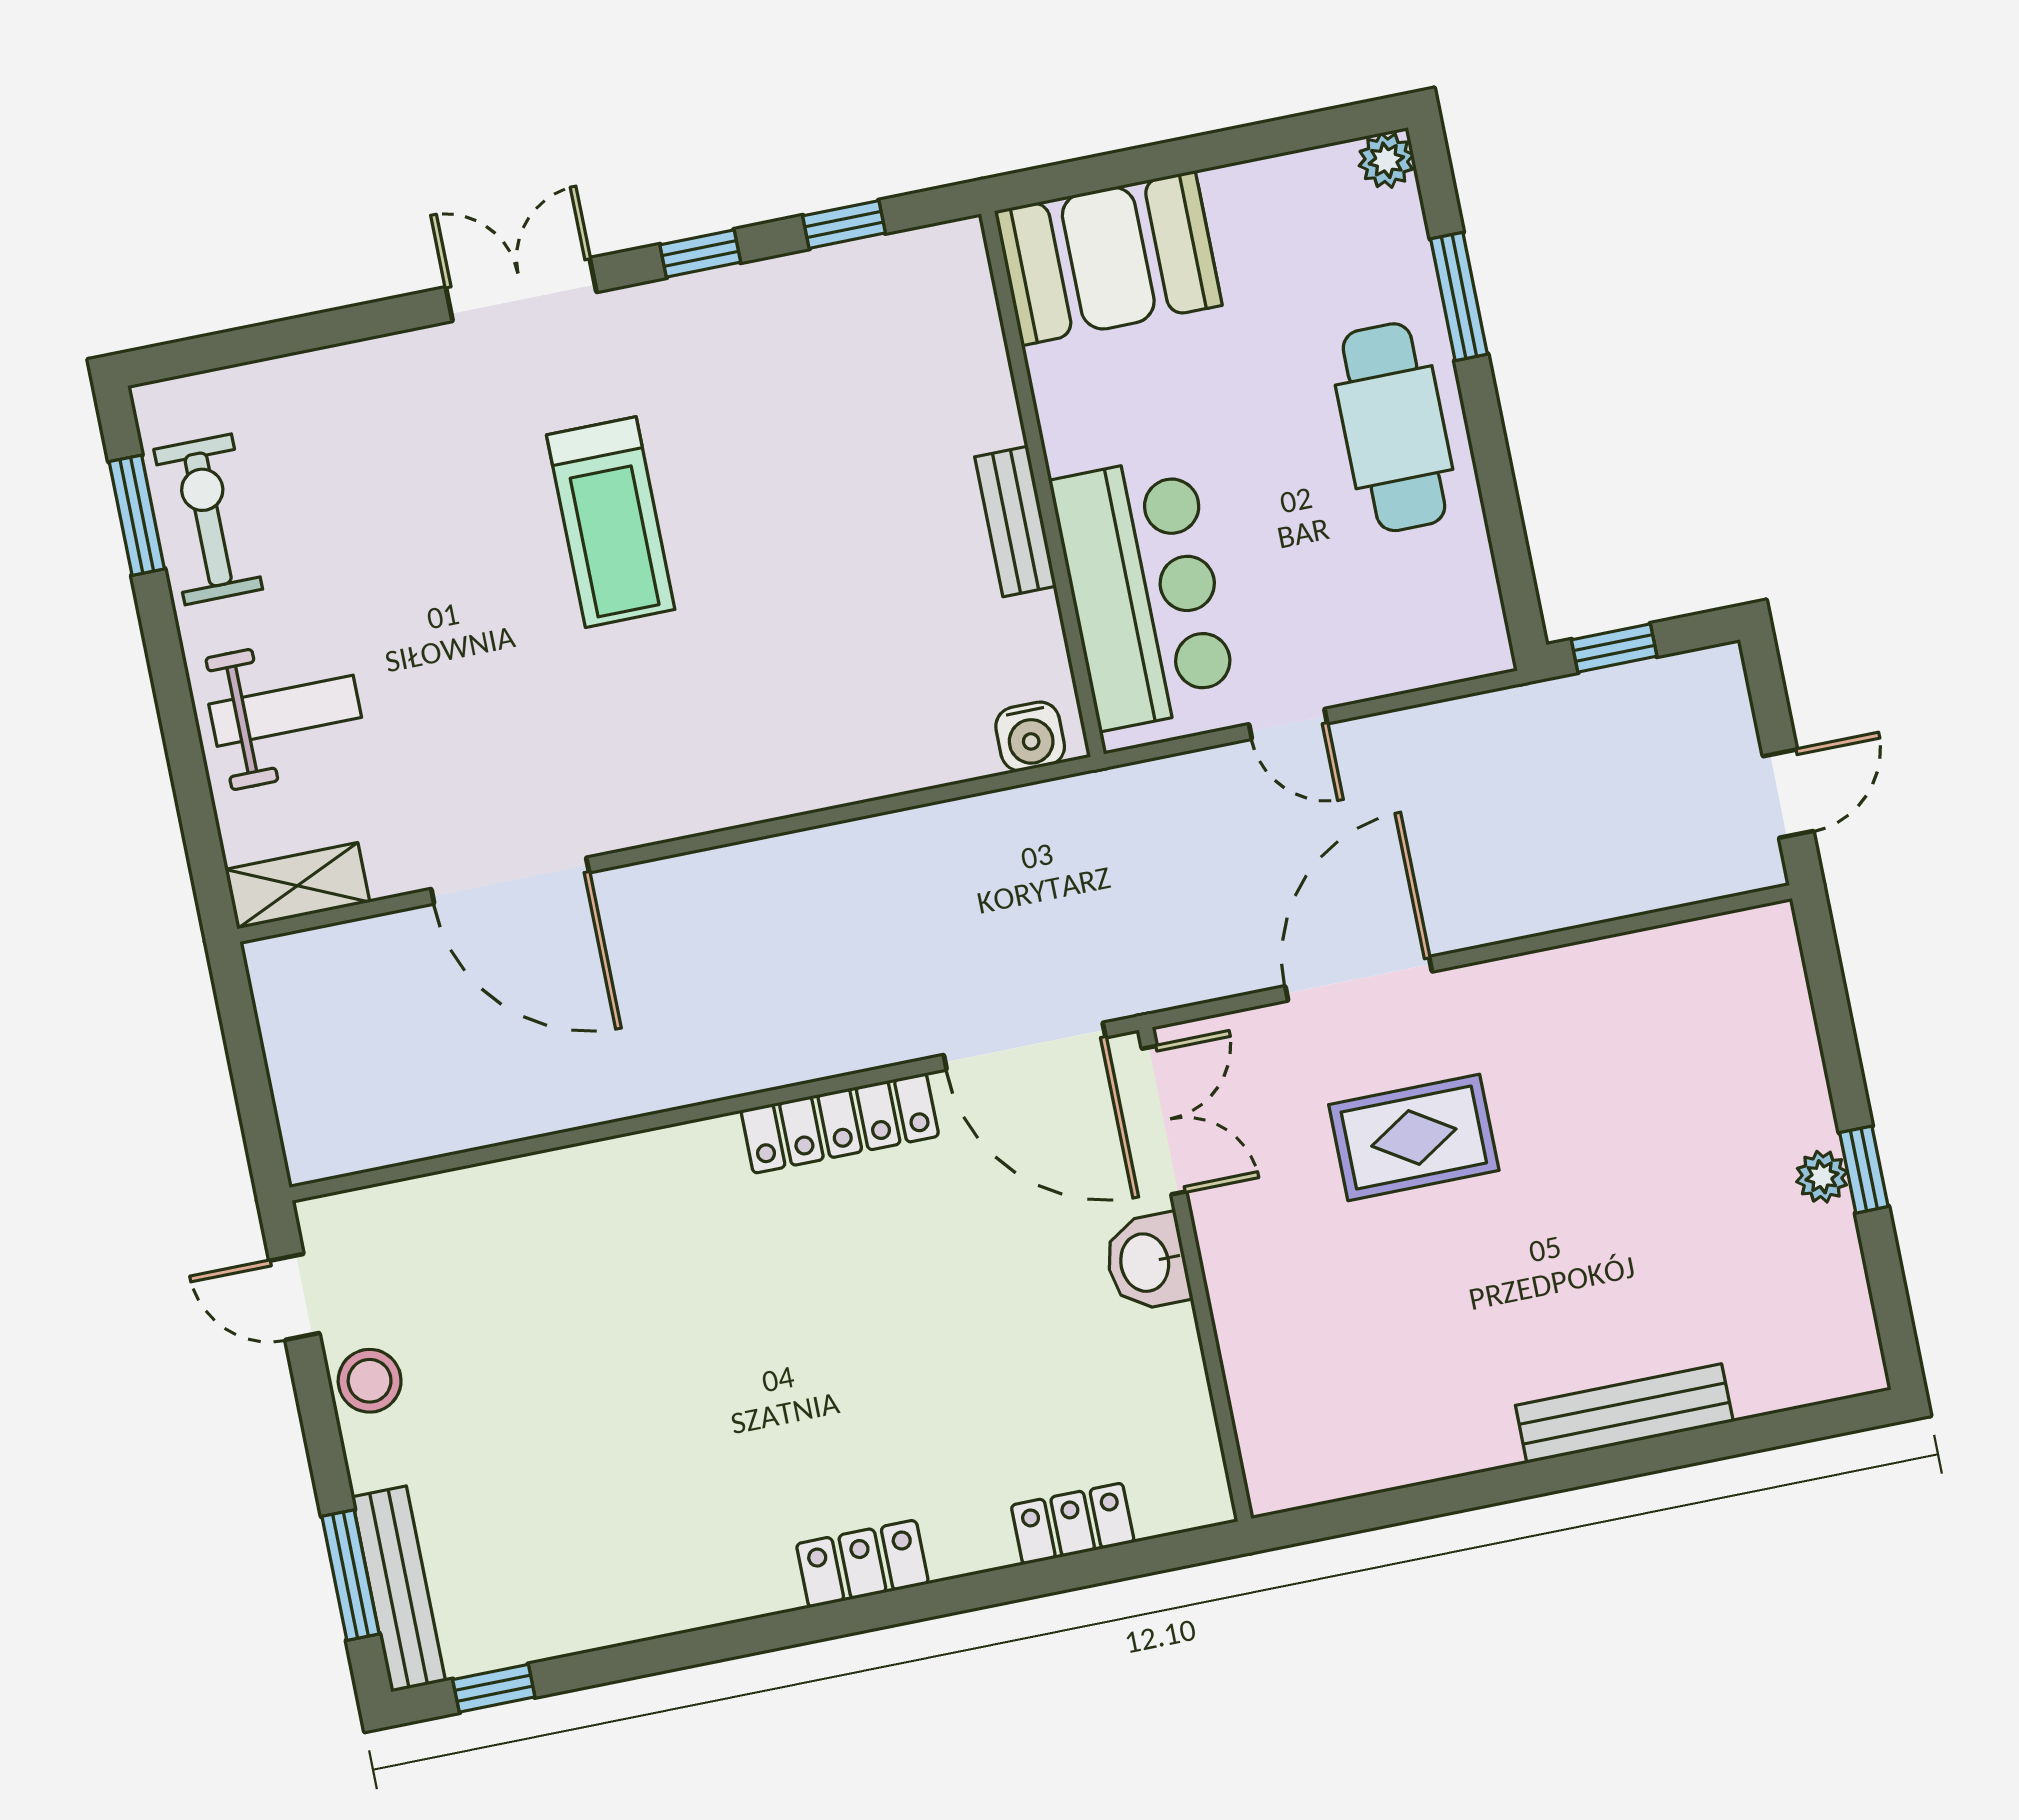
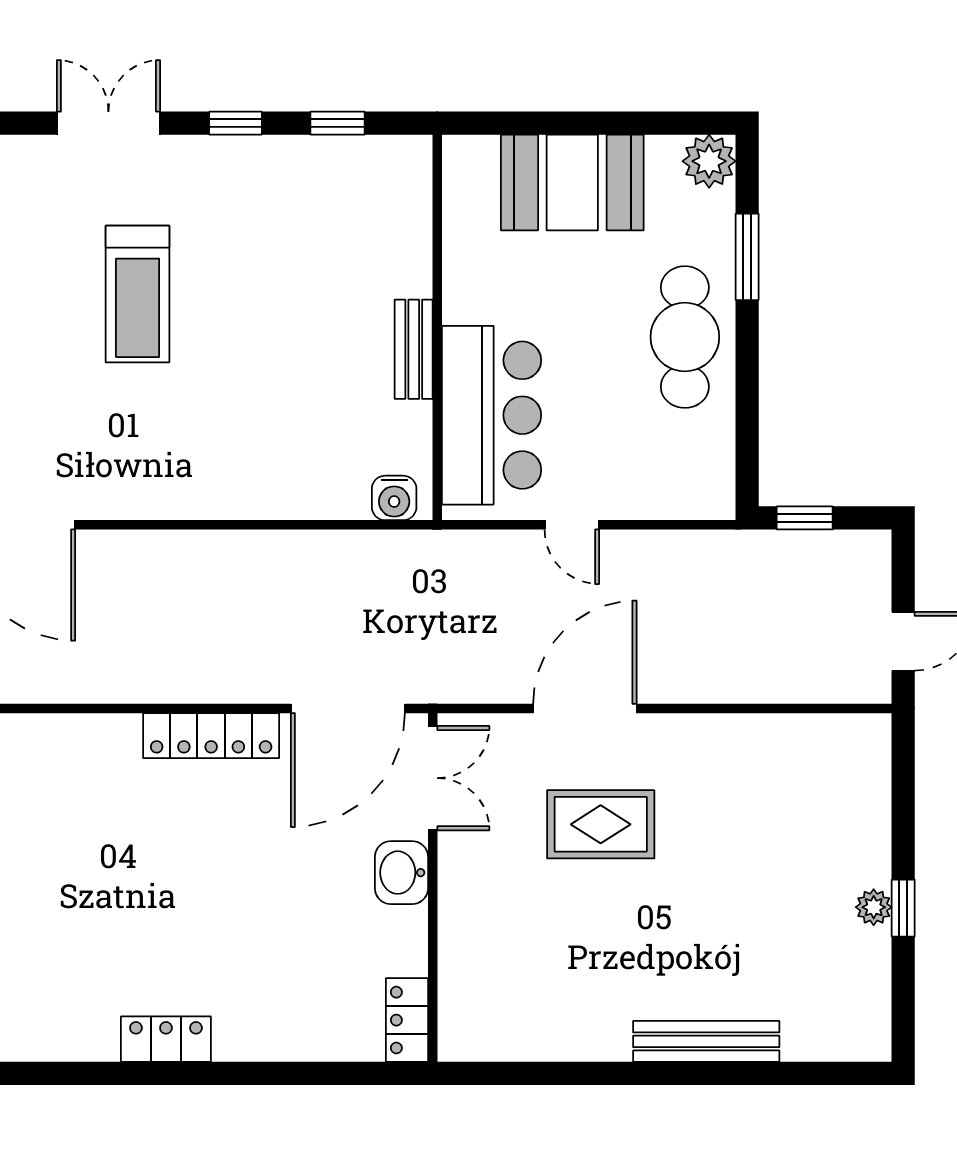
plant: (1386, 160) -> (709, 161), width x1.38, depth x1.38
booth: (1108, 258) -> (572, 182), moved
door: (1025, 1046) -> (348, 708), hinge flipped
locker: (1073, 1524) -> (407, 1020), moved, turned -90

